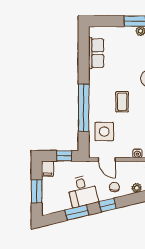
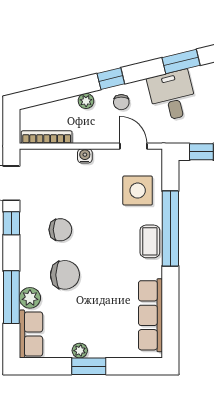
row of seats: (96, 53) -> (150, 315), width x1.48
coffee table: (122, 102) -> (150, 241), moved
window: (108, 205) -> (111, 79), moved

